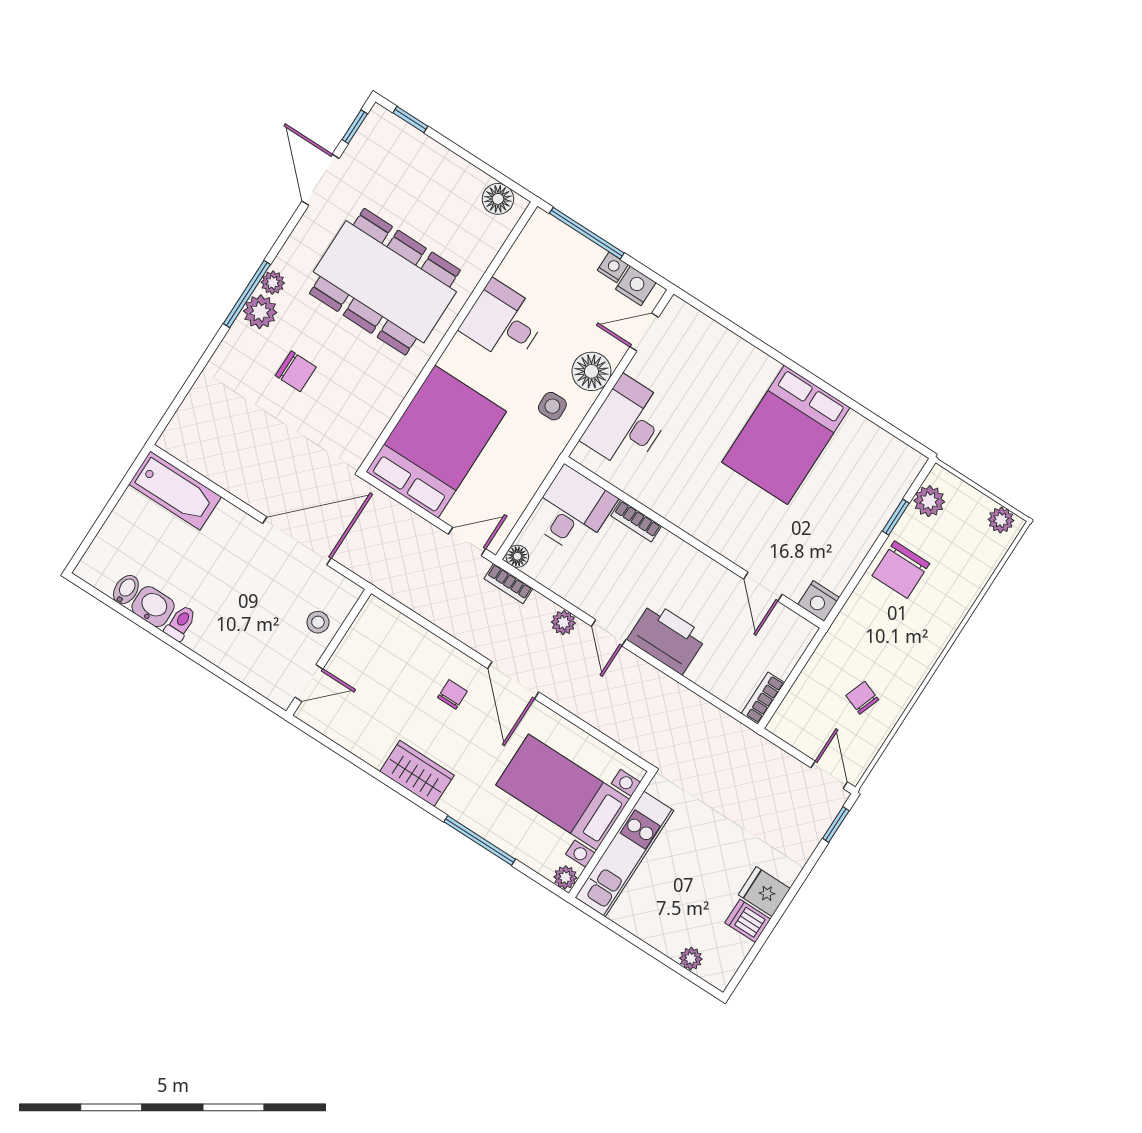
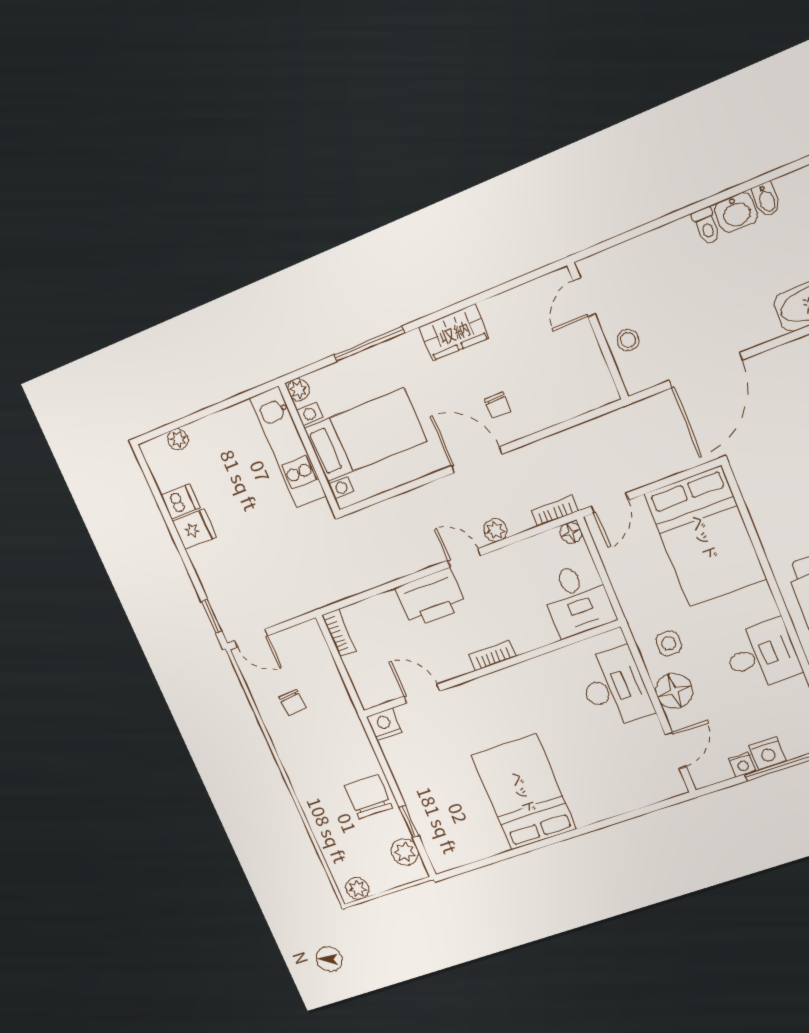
nightstand: (636, 286) -> (768, 753), moved
bookcase: (636, 521) -> (492, 655), moved
chair: (862, 698) -> (293, 702), turned 64

